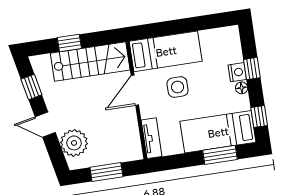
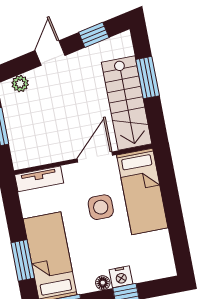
window: (69, 43) -> (148, 78), width x1.50
door: (135, 90) -> (95, 157), hinge flipped
plant: (74, 143) -> (20, 84), width x0.53, depth x0.53

